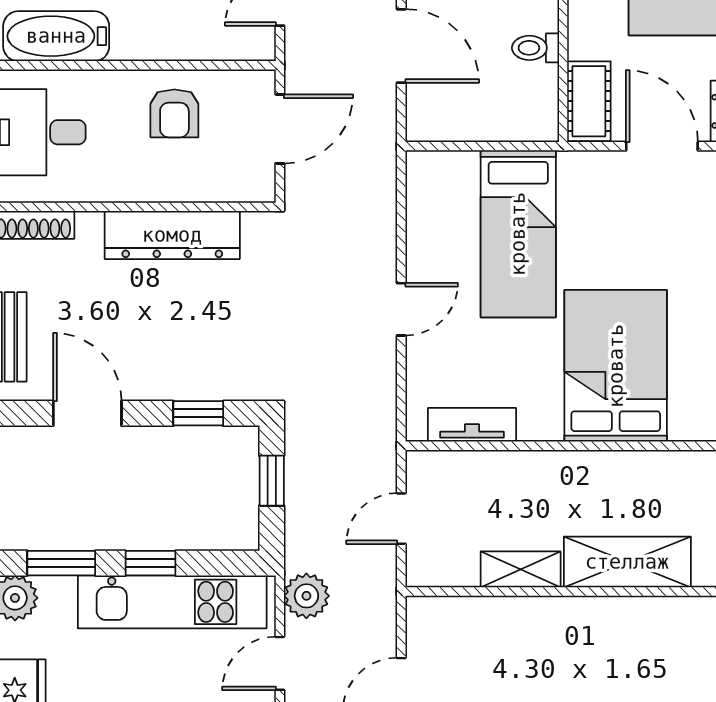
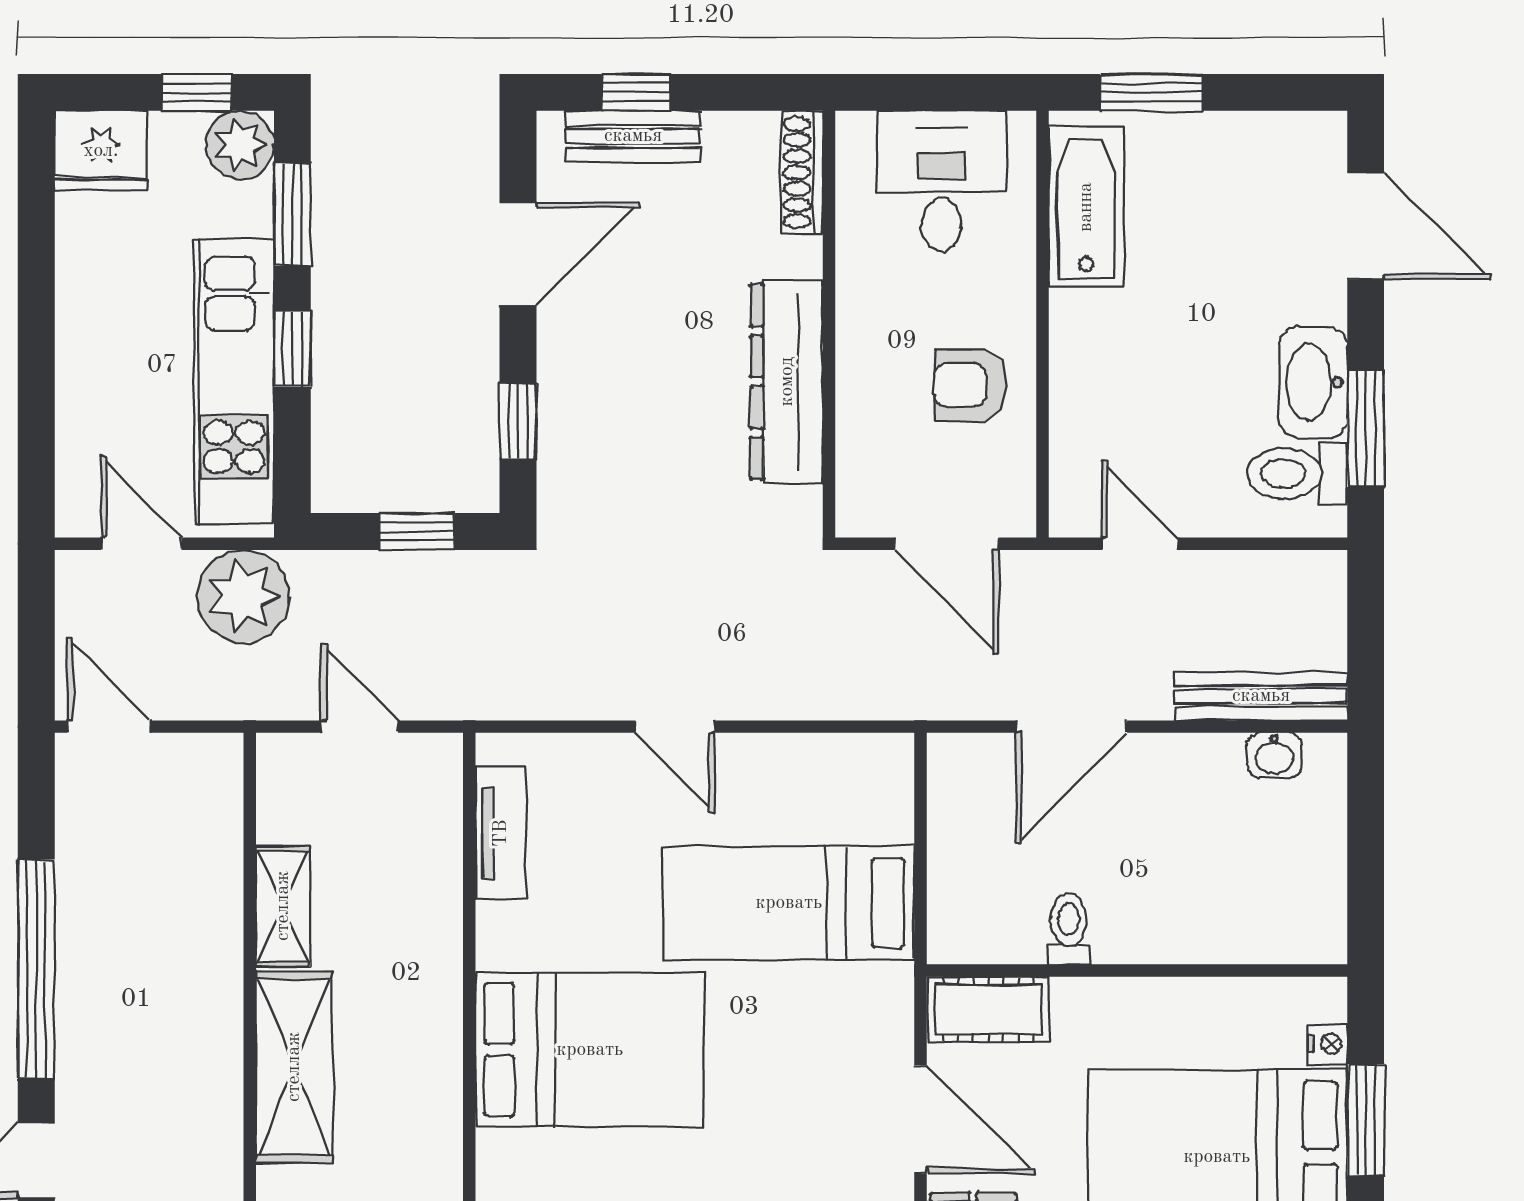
door: (662, 146) -> (920, 1119), hinge flipped
plant: (306, 596) -> (243, 596), width x1.36, depth x1.36

